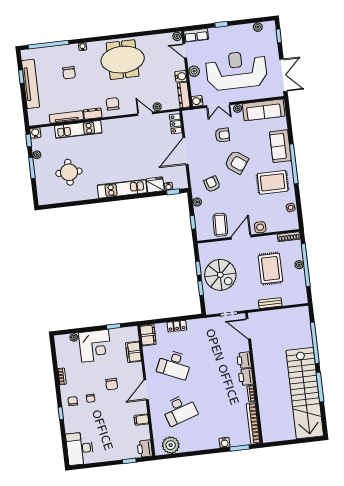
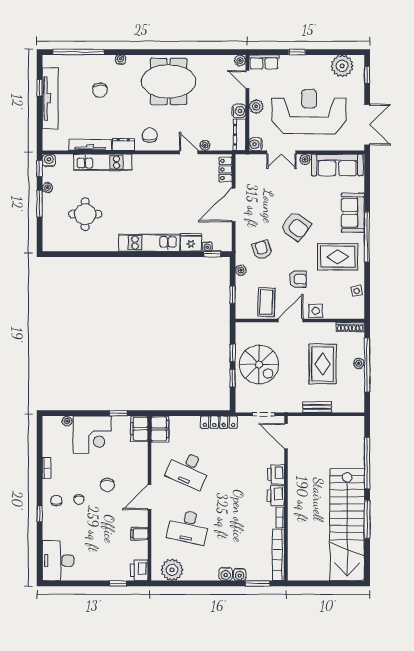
plant: (258, 27) -> (342, 66), width x1.88, depth x1.88
armchair: (222, 135) -> (298, 279), moved
locker: (177, 326) -> (219, 422), moved, width x1.53
filing cabinet: (133, 352) -> (139, 429), moved
desk: (180, 410) -> (188, 527), turned 30
water cooler: (213, 443) -> (226, 574), added

